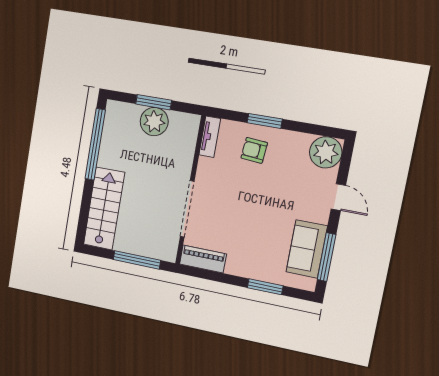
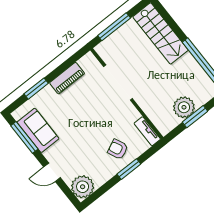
armchair: (254, 150) -> (118, 149), turned -120
piano: (203, 259) -> (67, 78), moved

